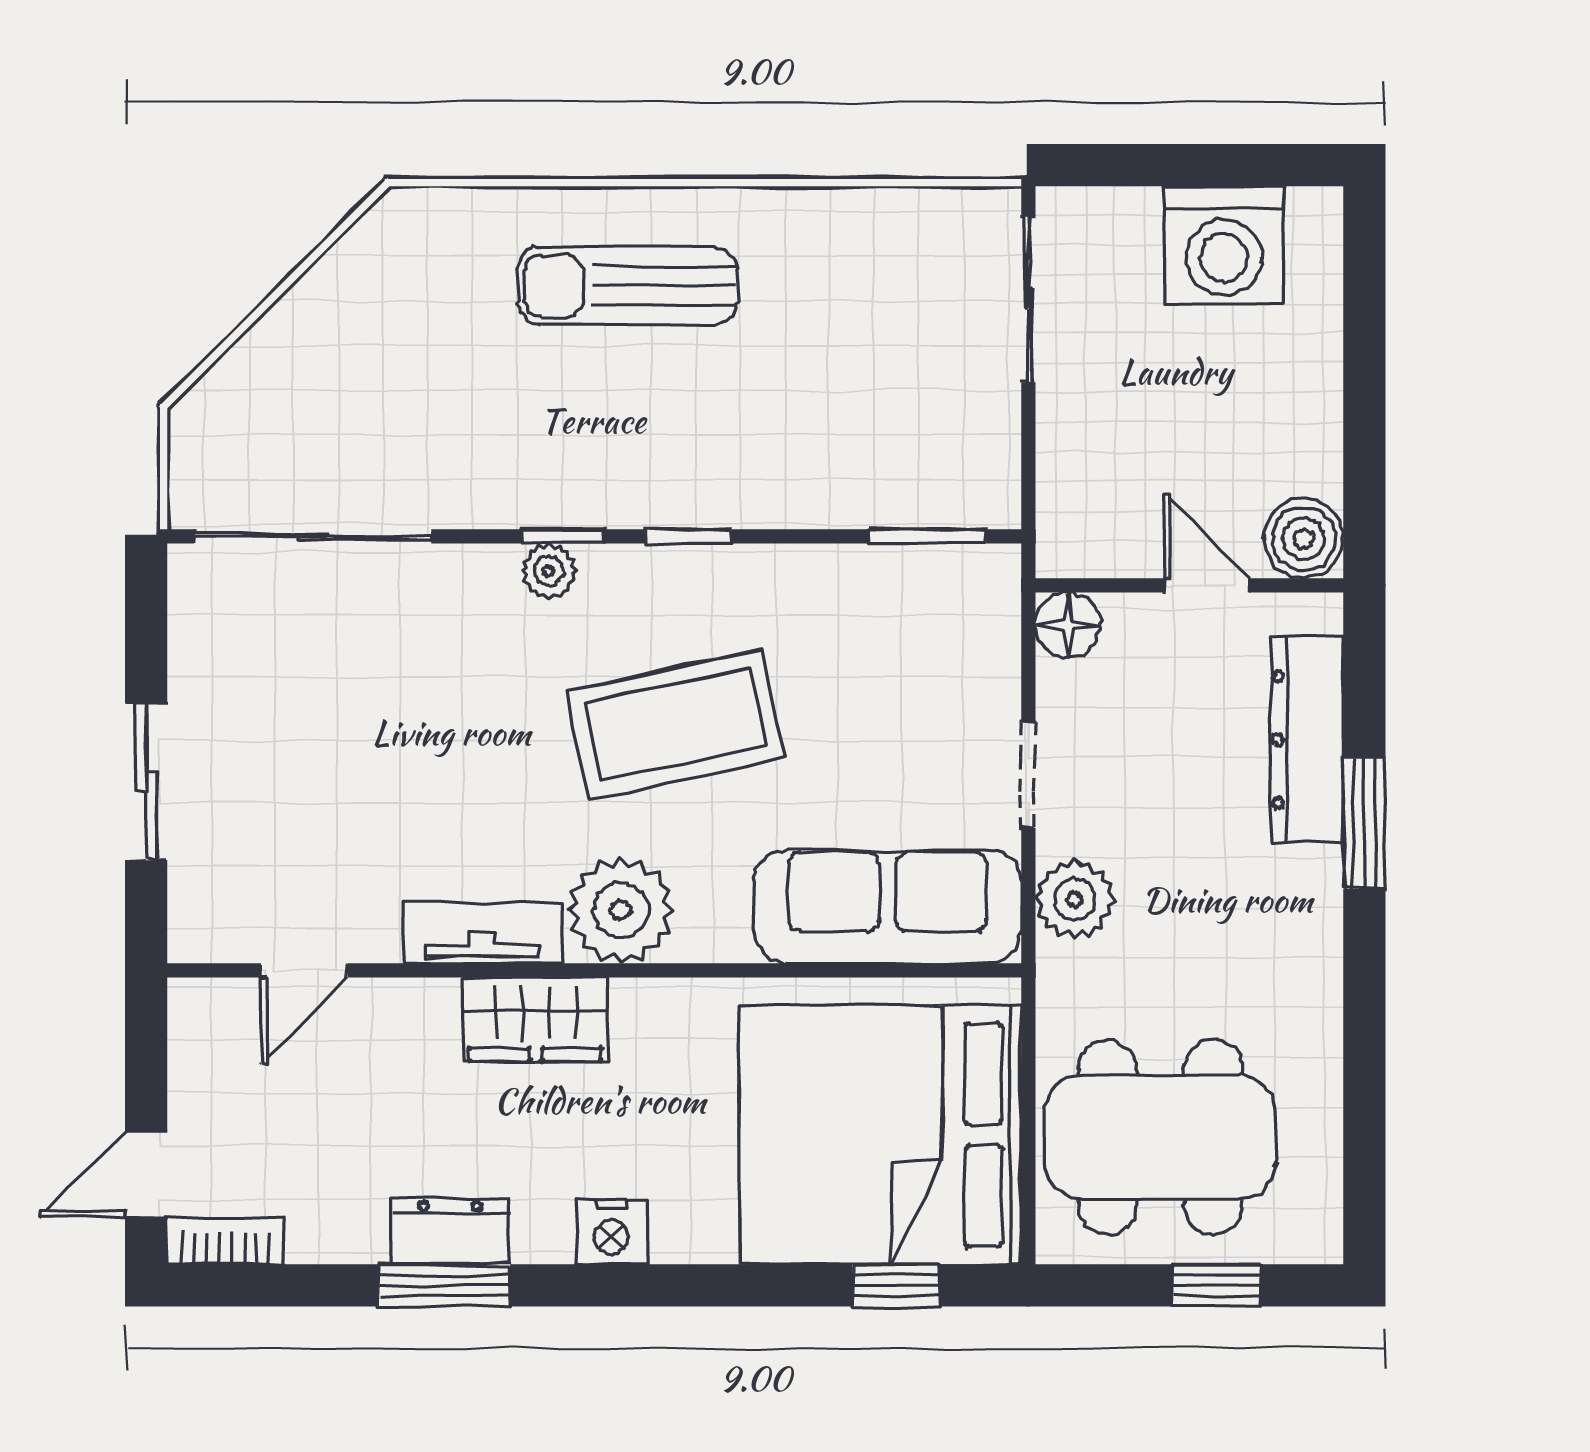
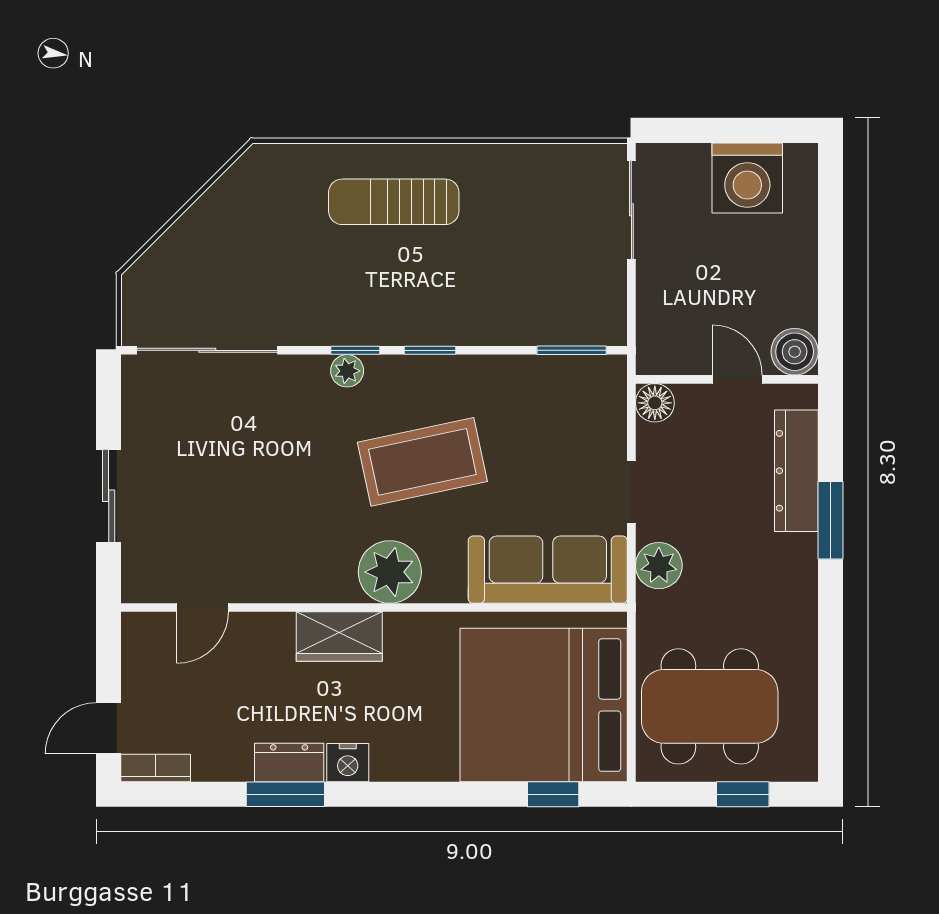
tv unit: (482, 933) -> (308, 585), removed
nightstand: (611, 1232) -> (348, 763), moved

